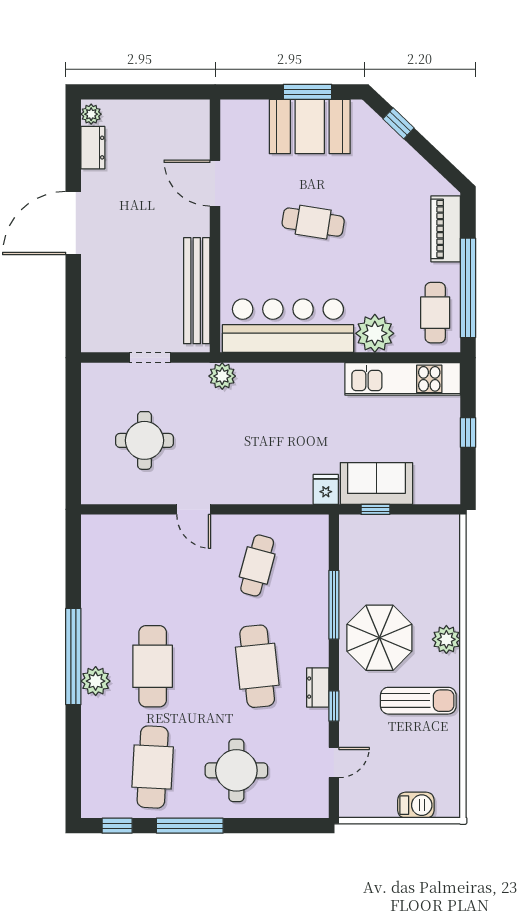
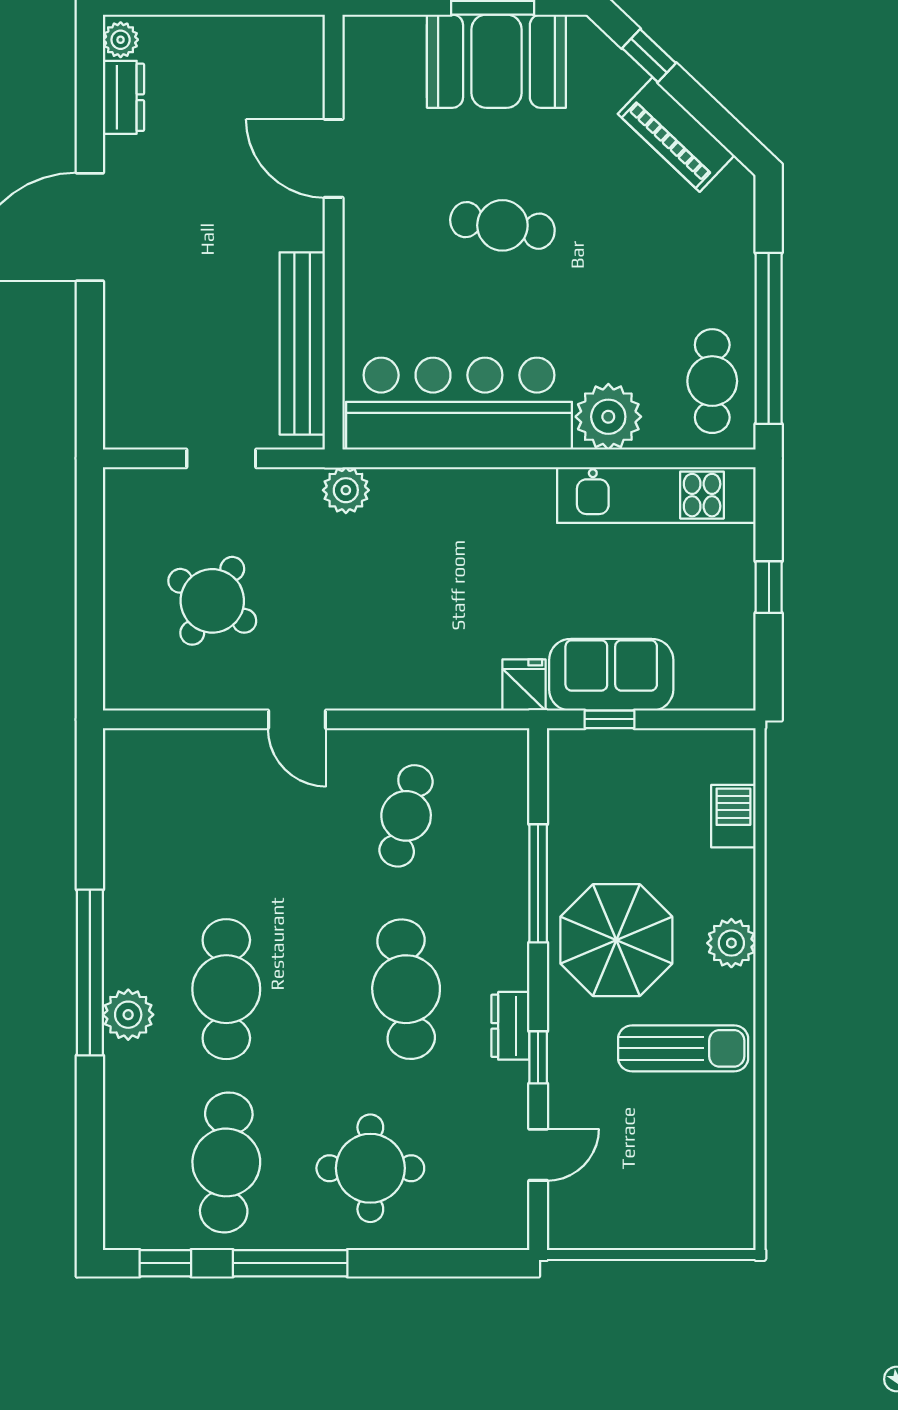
piano: (446, 229) -> (676, 135), moved, turned -46
round table: (144, 440) -> (212, 601), turned 32
barbecue: (416, 805) -> (733, 816), moved, turned -90

